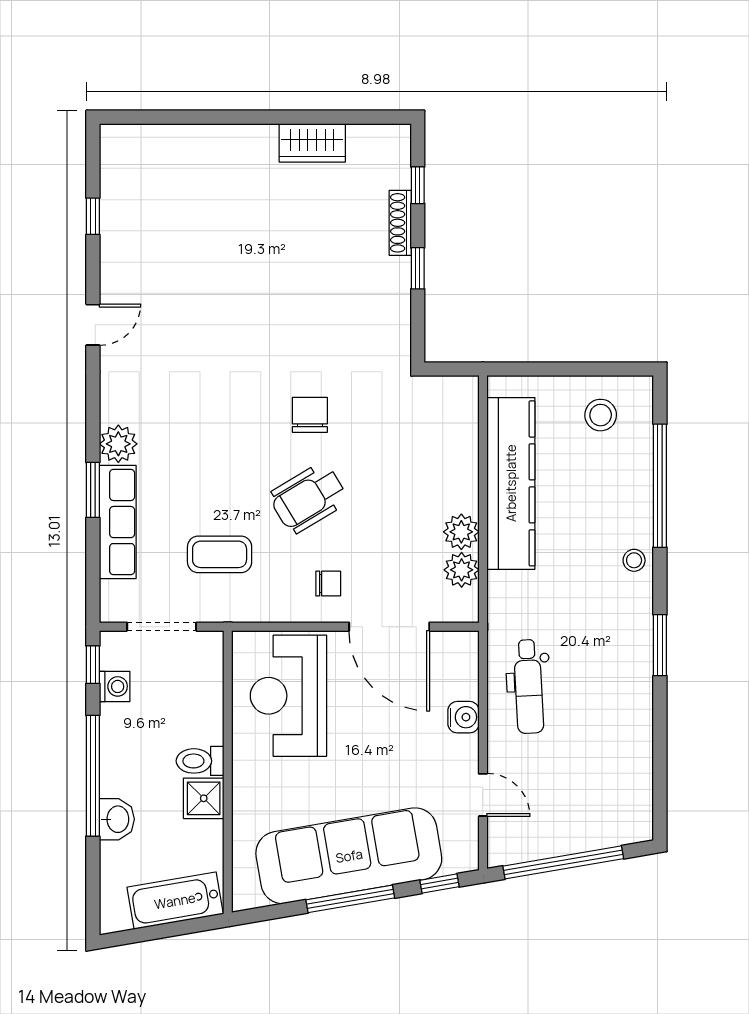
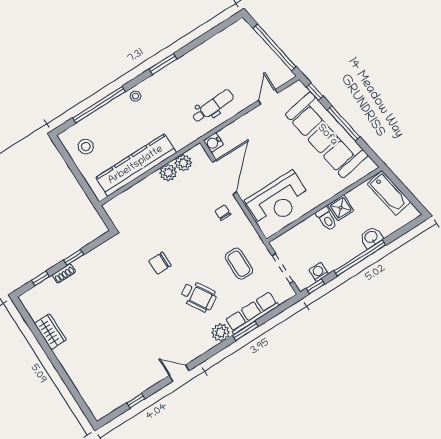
shoe rack: (400, 223) -> (64, 273), width x0.70
wheelchair: (308, 498) -> (198, 296), moved
water cooler: (463, 717) -> (213, 143), moved, turned -90

